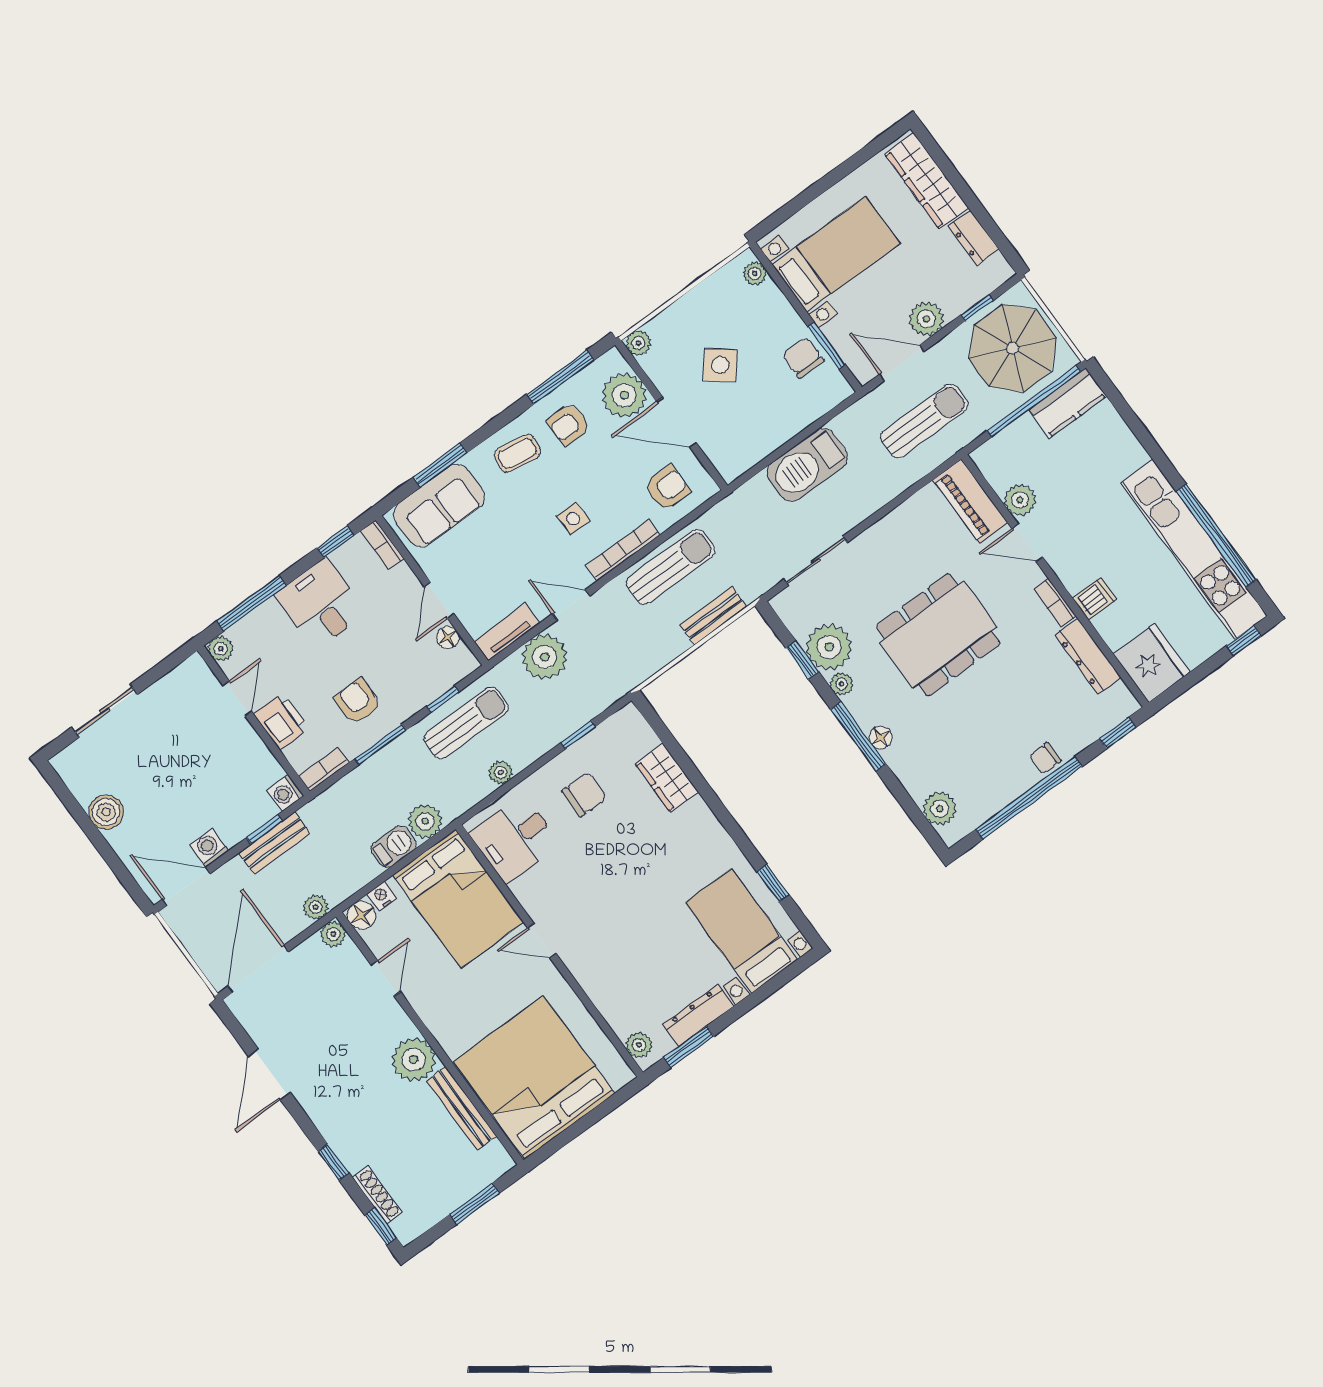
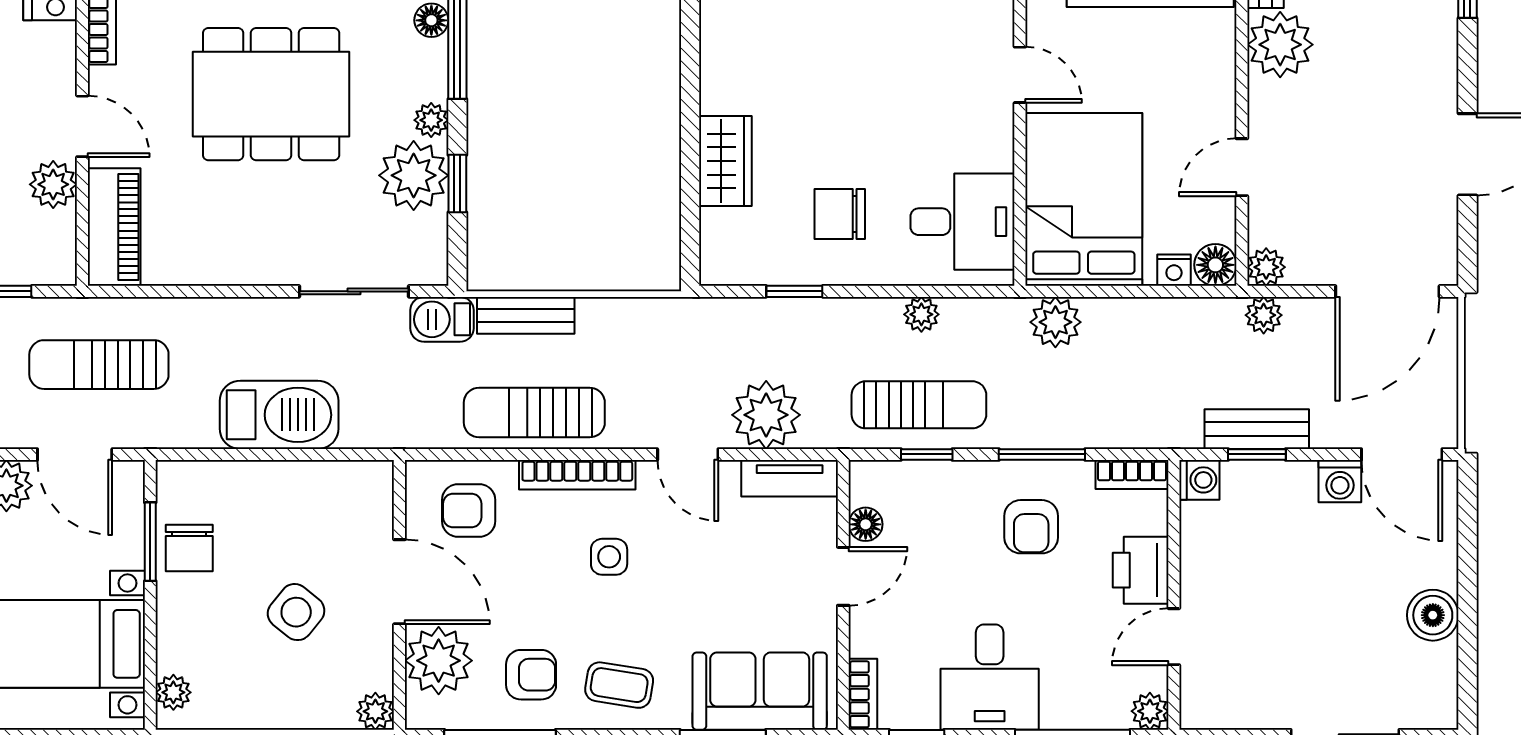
sun lounger: (466, 723) -> (919, 405), turned 180
barbecue: (394, 847) -> (442, 319), moved

